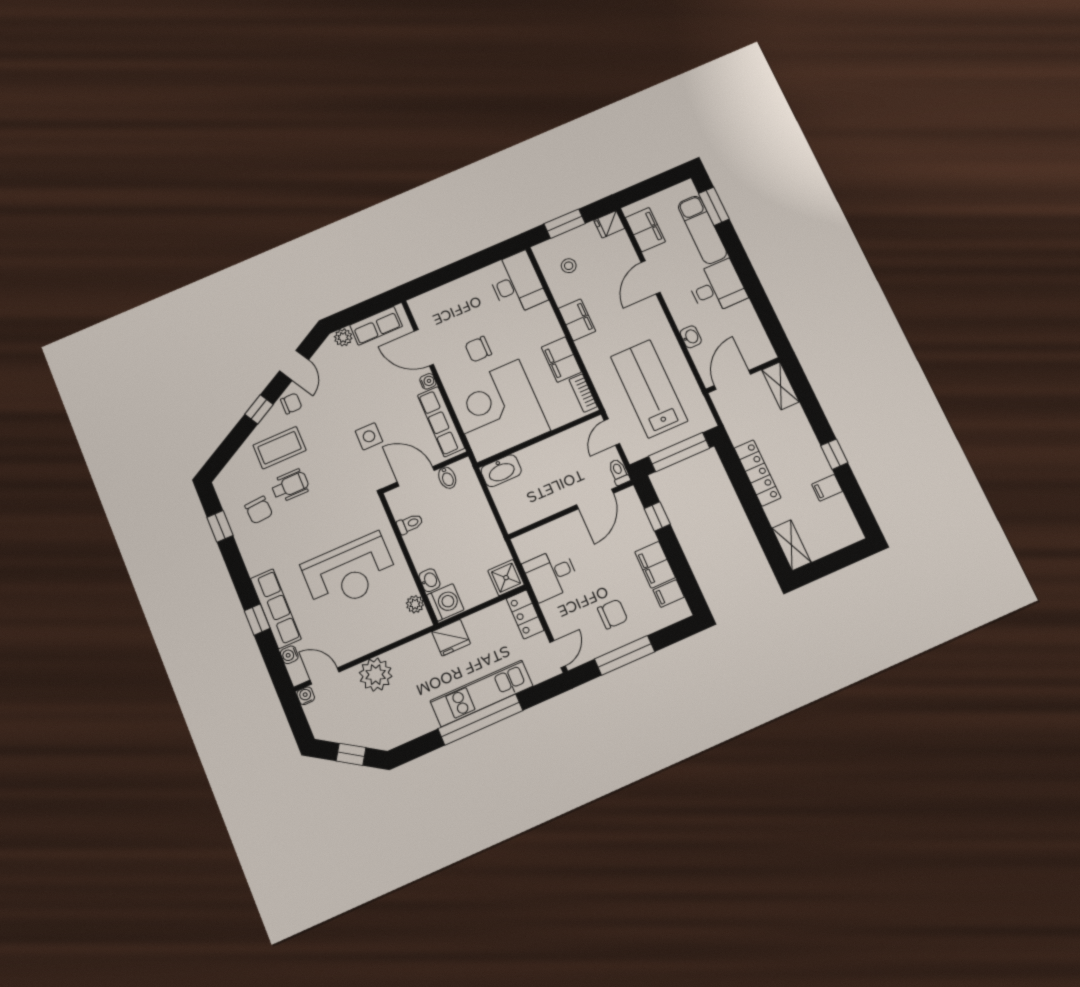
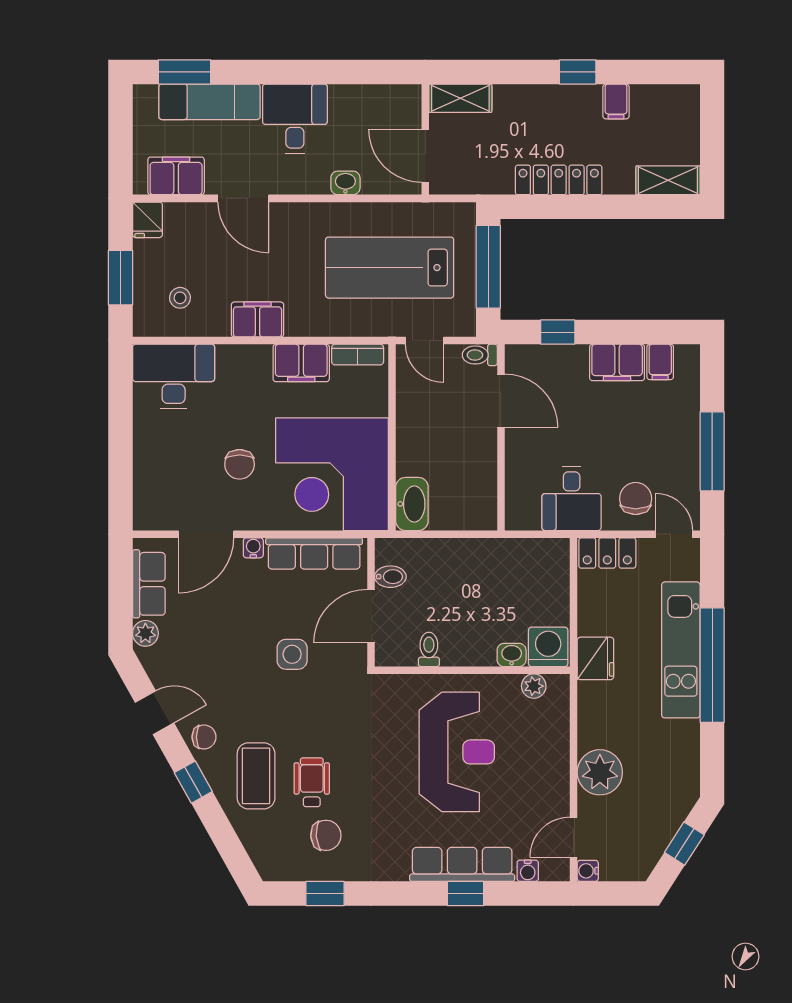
chair: (291, 403) -> (204, 737), turned 90
shower: (506, 578) -> (551, 557), removed
chair: (613, 614) -> (636, 499), moved

